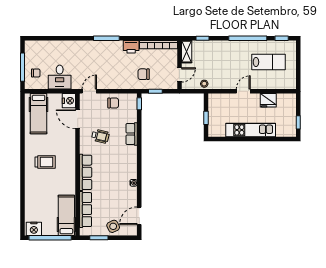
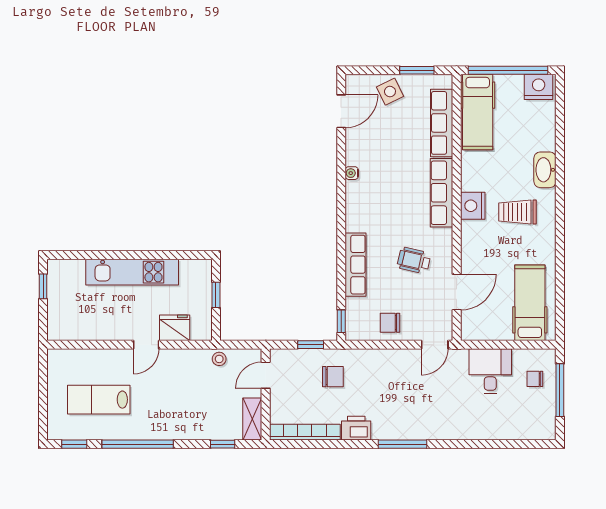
fridge: (268, 100) -> (175, 328), moved
nightstand: (69, 101) -> (473, 206), moved
door: (78, 119) -> (457, 292), hinge flipped
row of seats: (132, 134) -> (356, 265), width x1.48
washbasin: (30, 185) -> (545, 170), added

